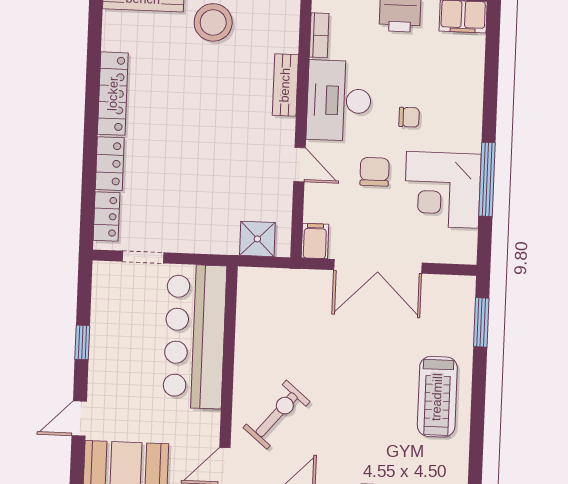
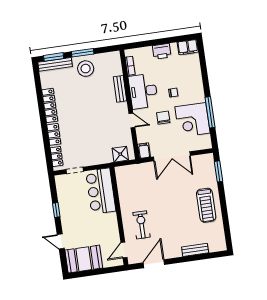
bar counter: (195, 336) -> (101, 191), width x0.73
exercise bike: (277, 415) -> (142, 225), turned -40
door: (79, 419) -> (61, 241), hinge flipped

